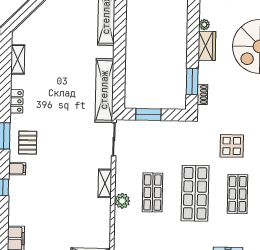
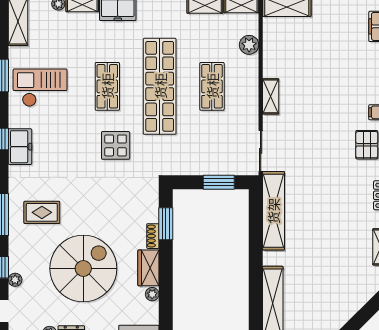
shoe rack: (202, 94) -> (153, 236), moved
shop shelf: (195, 193) -> (160, 86), width x1.40
plant: (122, 201) -> (249, 45), moved

